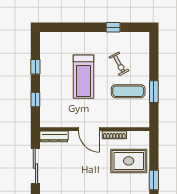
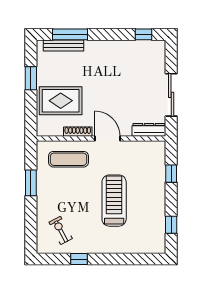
exercise bike: (119, 64) -> (61, 230), moved
window: (35, 67) -> (171, 225), moved
exercise mat: (128, 91) -> (68, 159), moved

